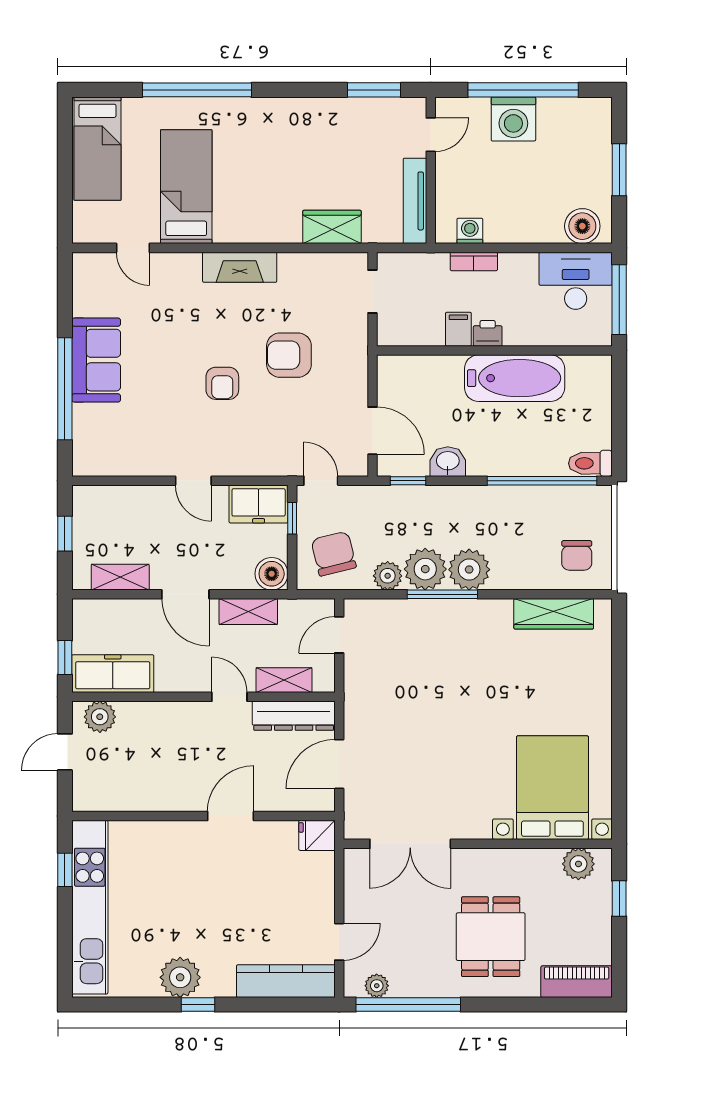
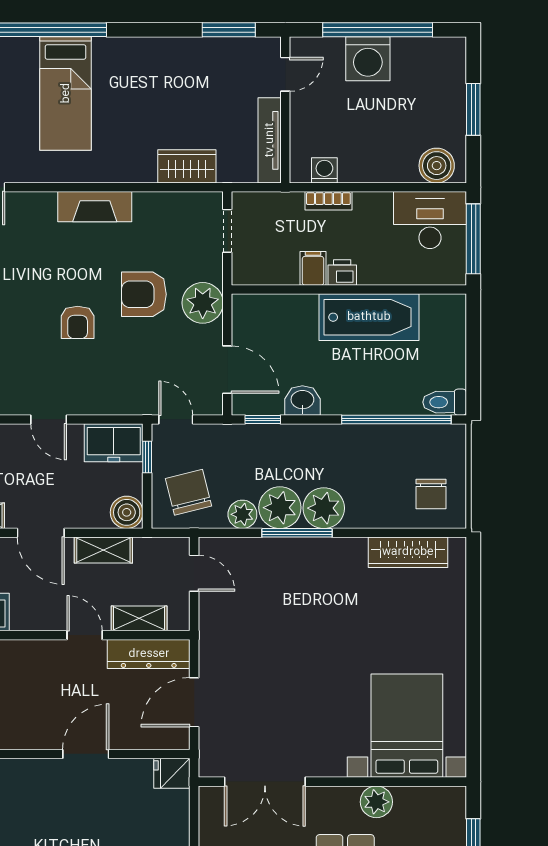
bed: (186, 187) -> (66, 93), moved, turned 180
plant: (348, 364) -> (203, 303), added
door: (339, 635) -> (194, 573), swing flipped
plant: (578, 864) -> (376, 802), moved

